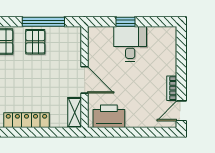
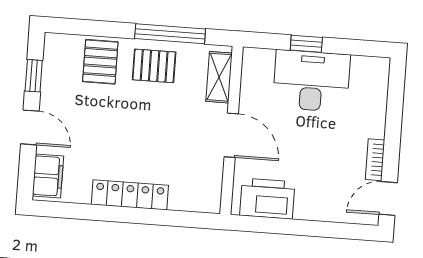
pallet: (35, 42) -> (154, 66), turned 90
desk: (130, 44) -> (311, 81), width x1.37
shelving: (75, 112) -> (219, 77), moved

